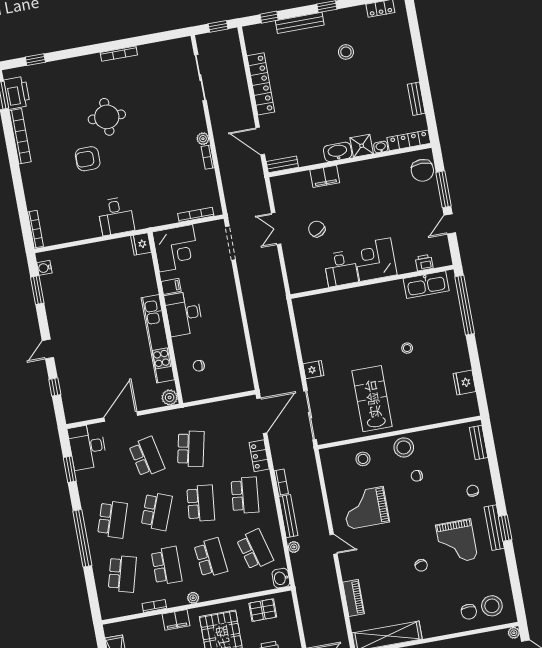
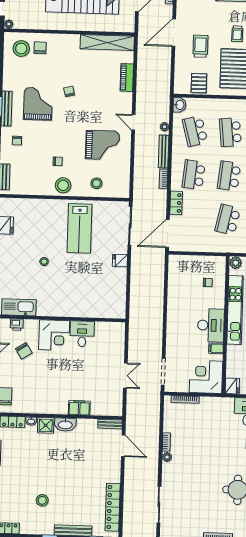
locker: (261, 84) -> (113, 507), moved
chair: (317, 229) -> (24, 351), moved
pallet: (263, 610) -> (199, 83), turned 90

